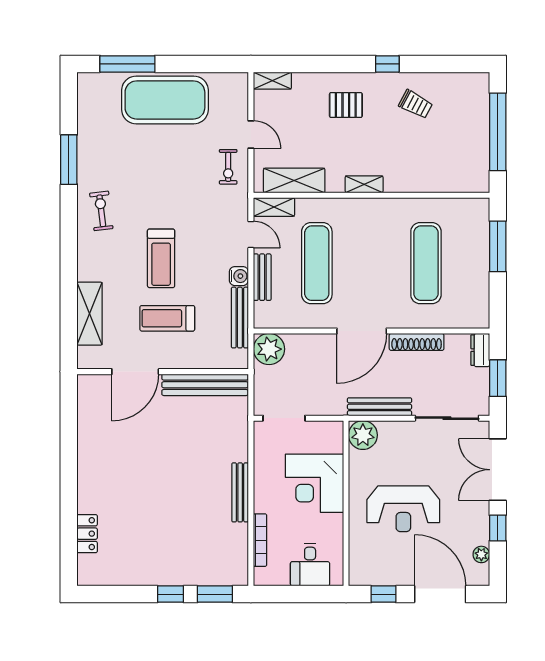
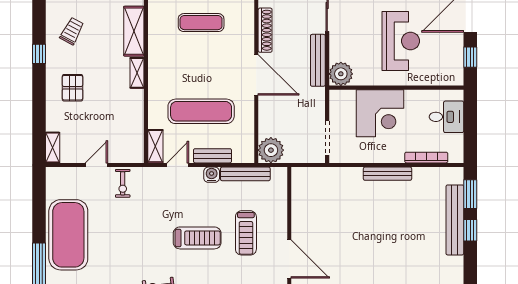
exercise bike: (228, 167) -> (123, 183), turned 90
shelving: (294, 181) -> (134, 31), moved
exercise mat: (426, 263) -> (201, 23), width x0.73, depth x0.69
bench: (205, 385) -> (455, 220), moved

